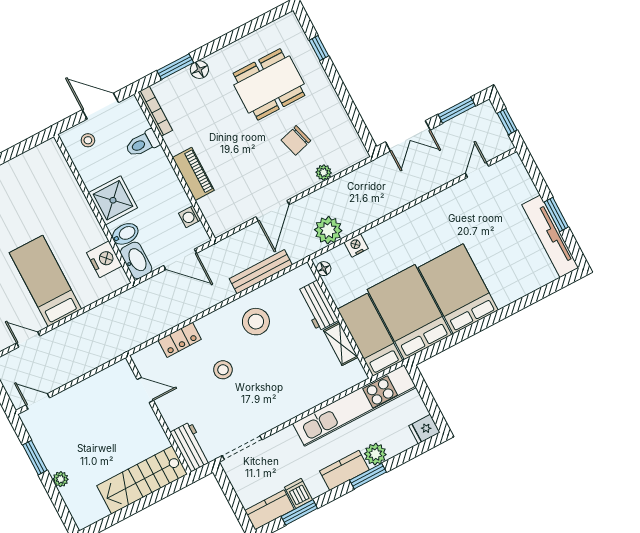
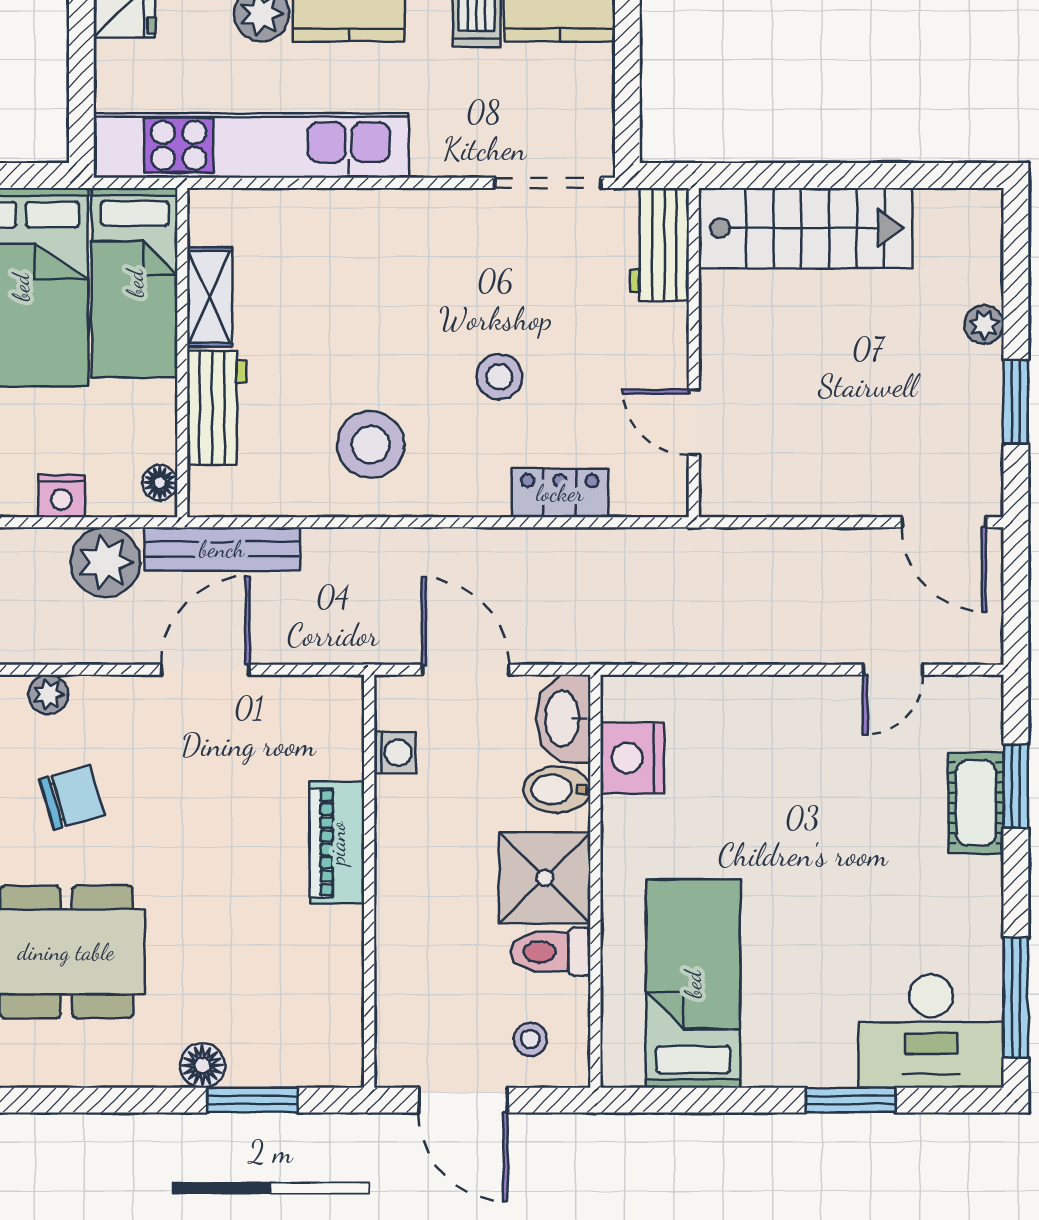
bookcase: (155, 111) -> (348, 1025), removed
toilet: (142, 143) -> (551, 952), moved, turned 180
bench: (261, 272) -> (222, 549), moved
bed: (45, 281) -> (693, 984), moved, turned 180
door: (28, 339) -> (893, 670), hinge flipped
door: (38, 401) -> (944, 522), width x1.38

